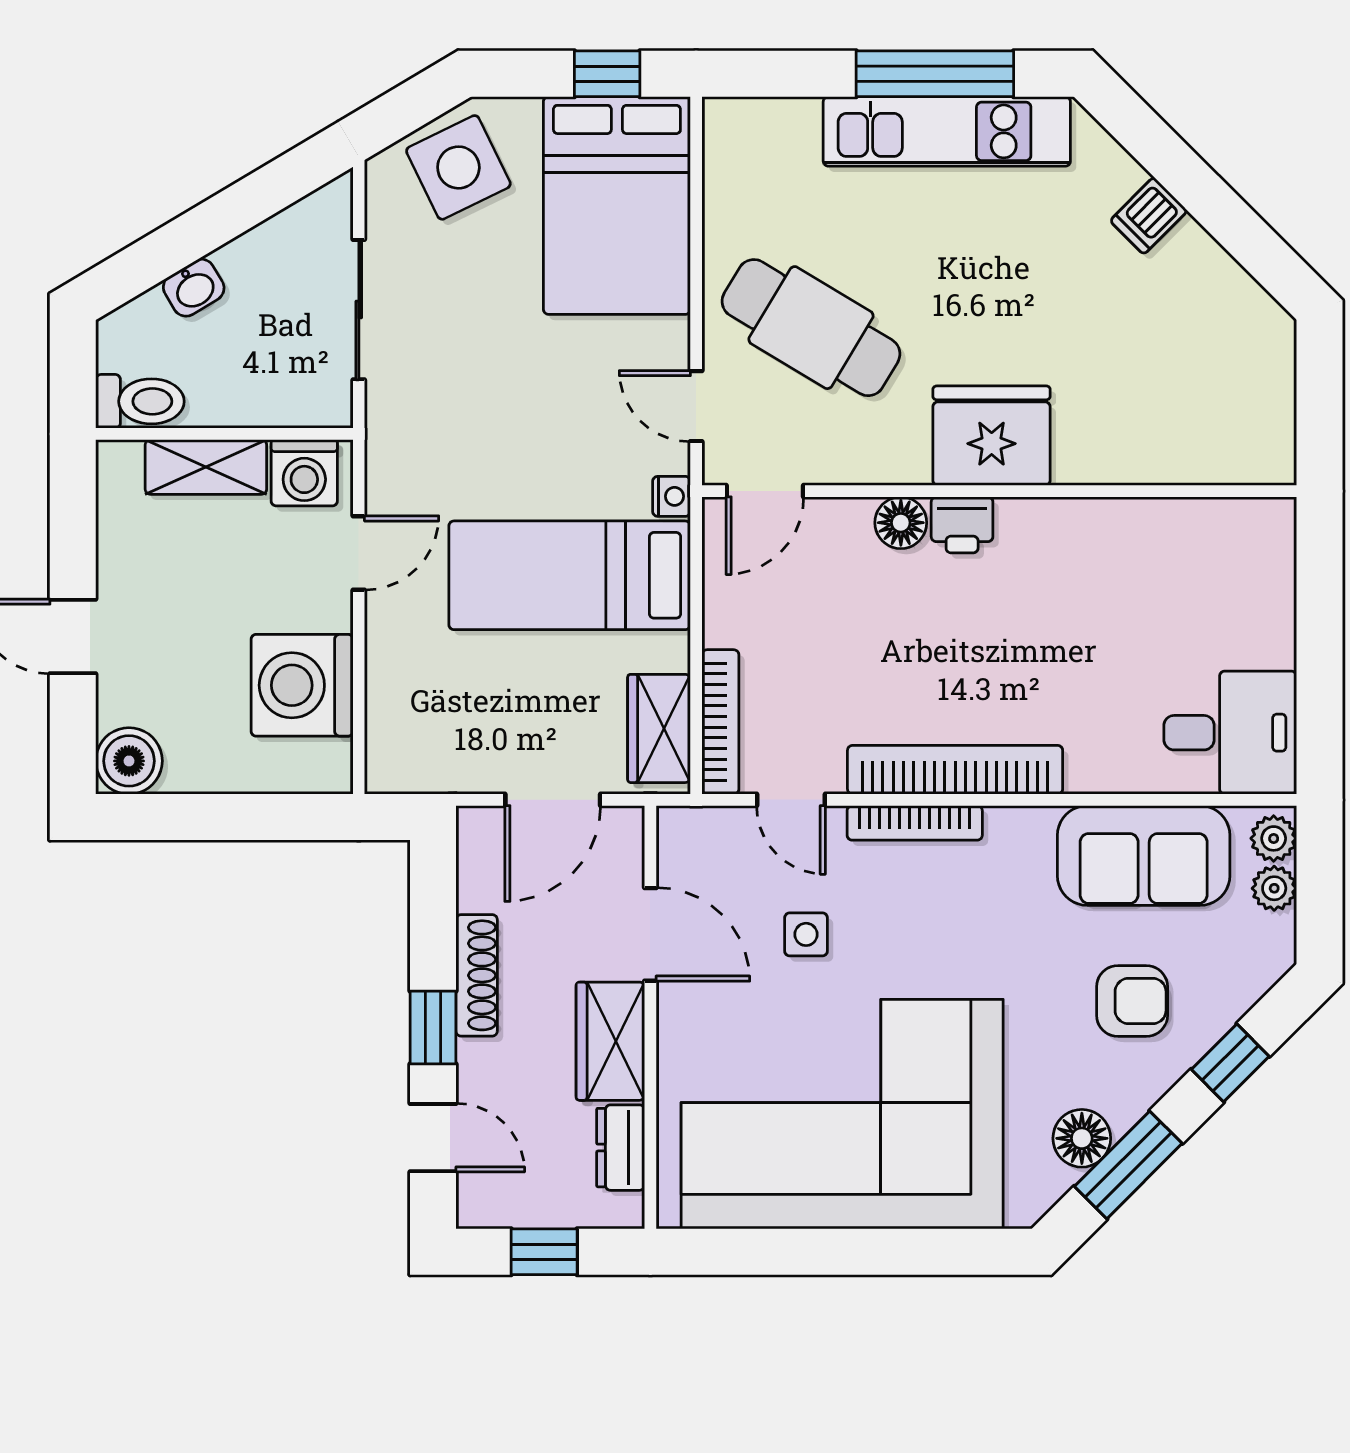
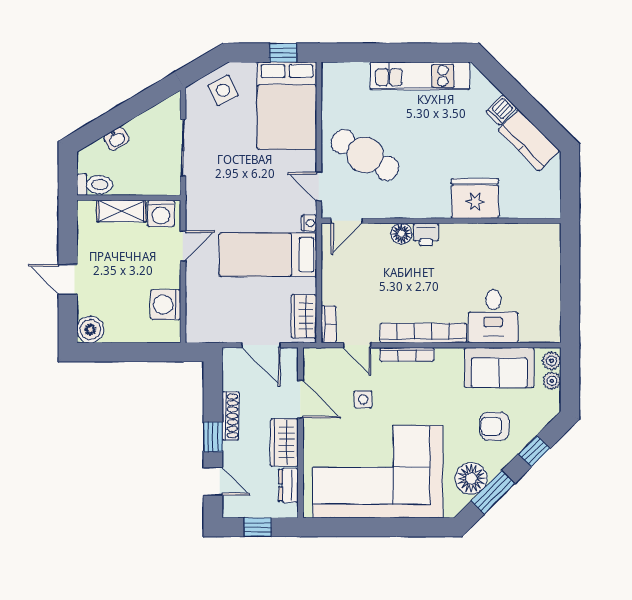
window: (935, 74) -> (415, 53), removed
side table: (458, 167) -> (223, 90), width x0.73, depth x0.73
kitchen counter: (1217, 291) -> (529, 140), added
fridge: (992, 436) -> (475, 198), moved
washing machine: (302, 685) -> (166, 305), width x0.73, depth x0.73
bookcase: (720, 722) -> (329, 324), width x0.64
desk: (1230, 733) -> (493, 316), moved, turned 90
door: (553, 800) -> (261, 345), hinge flipped
armchair: (1132, 1001) -> (495, 426), turned 180
floor lamp: (1082, 1138) -> (471, 478), width x1.38, depth x1.38

